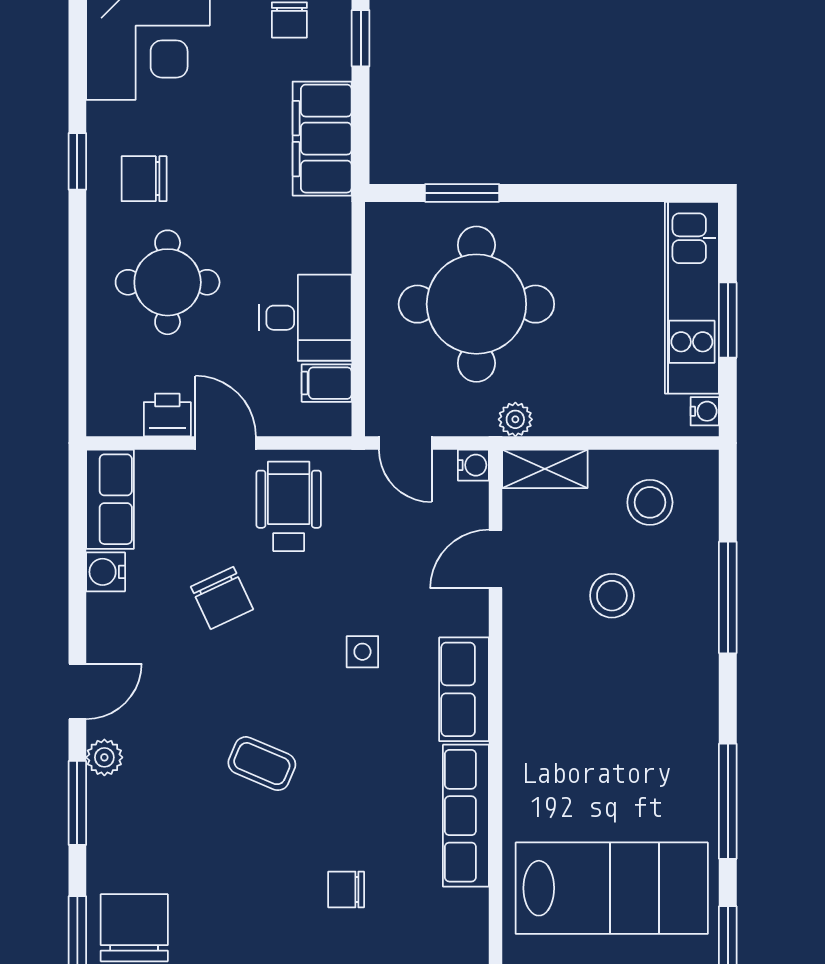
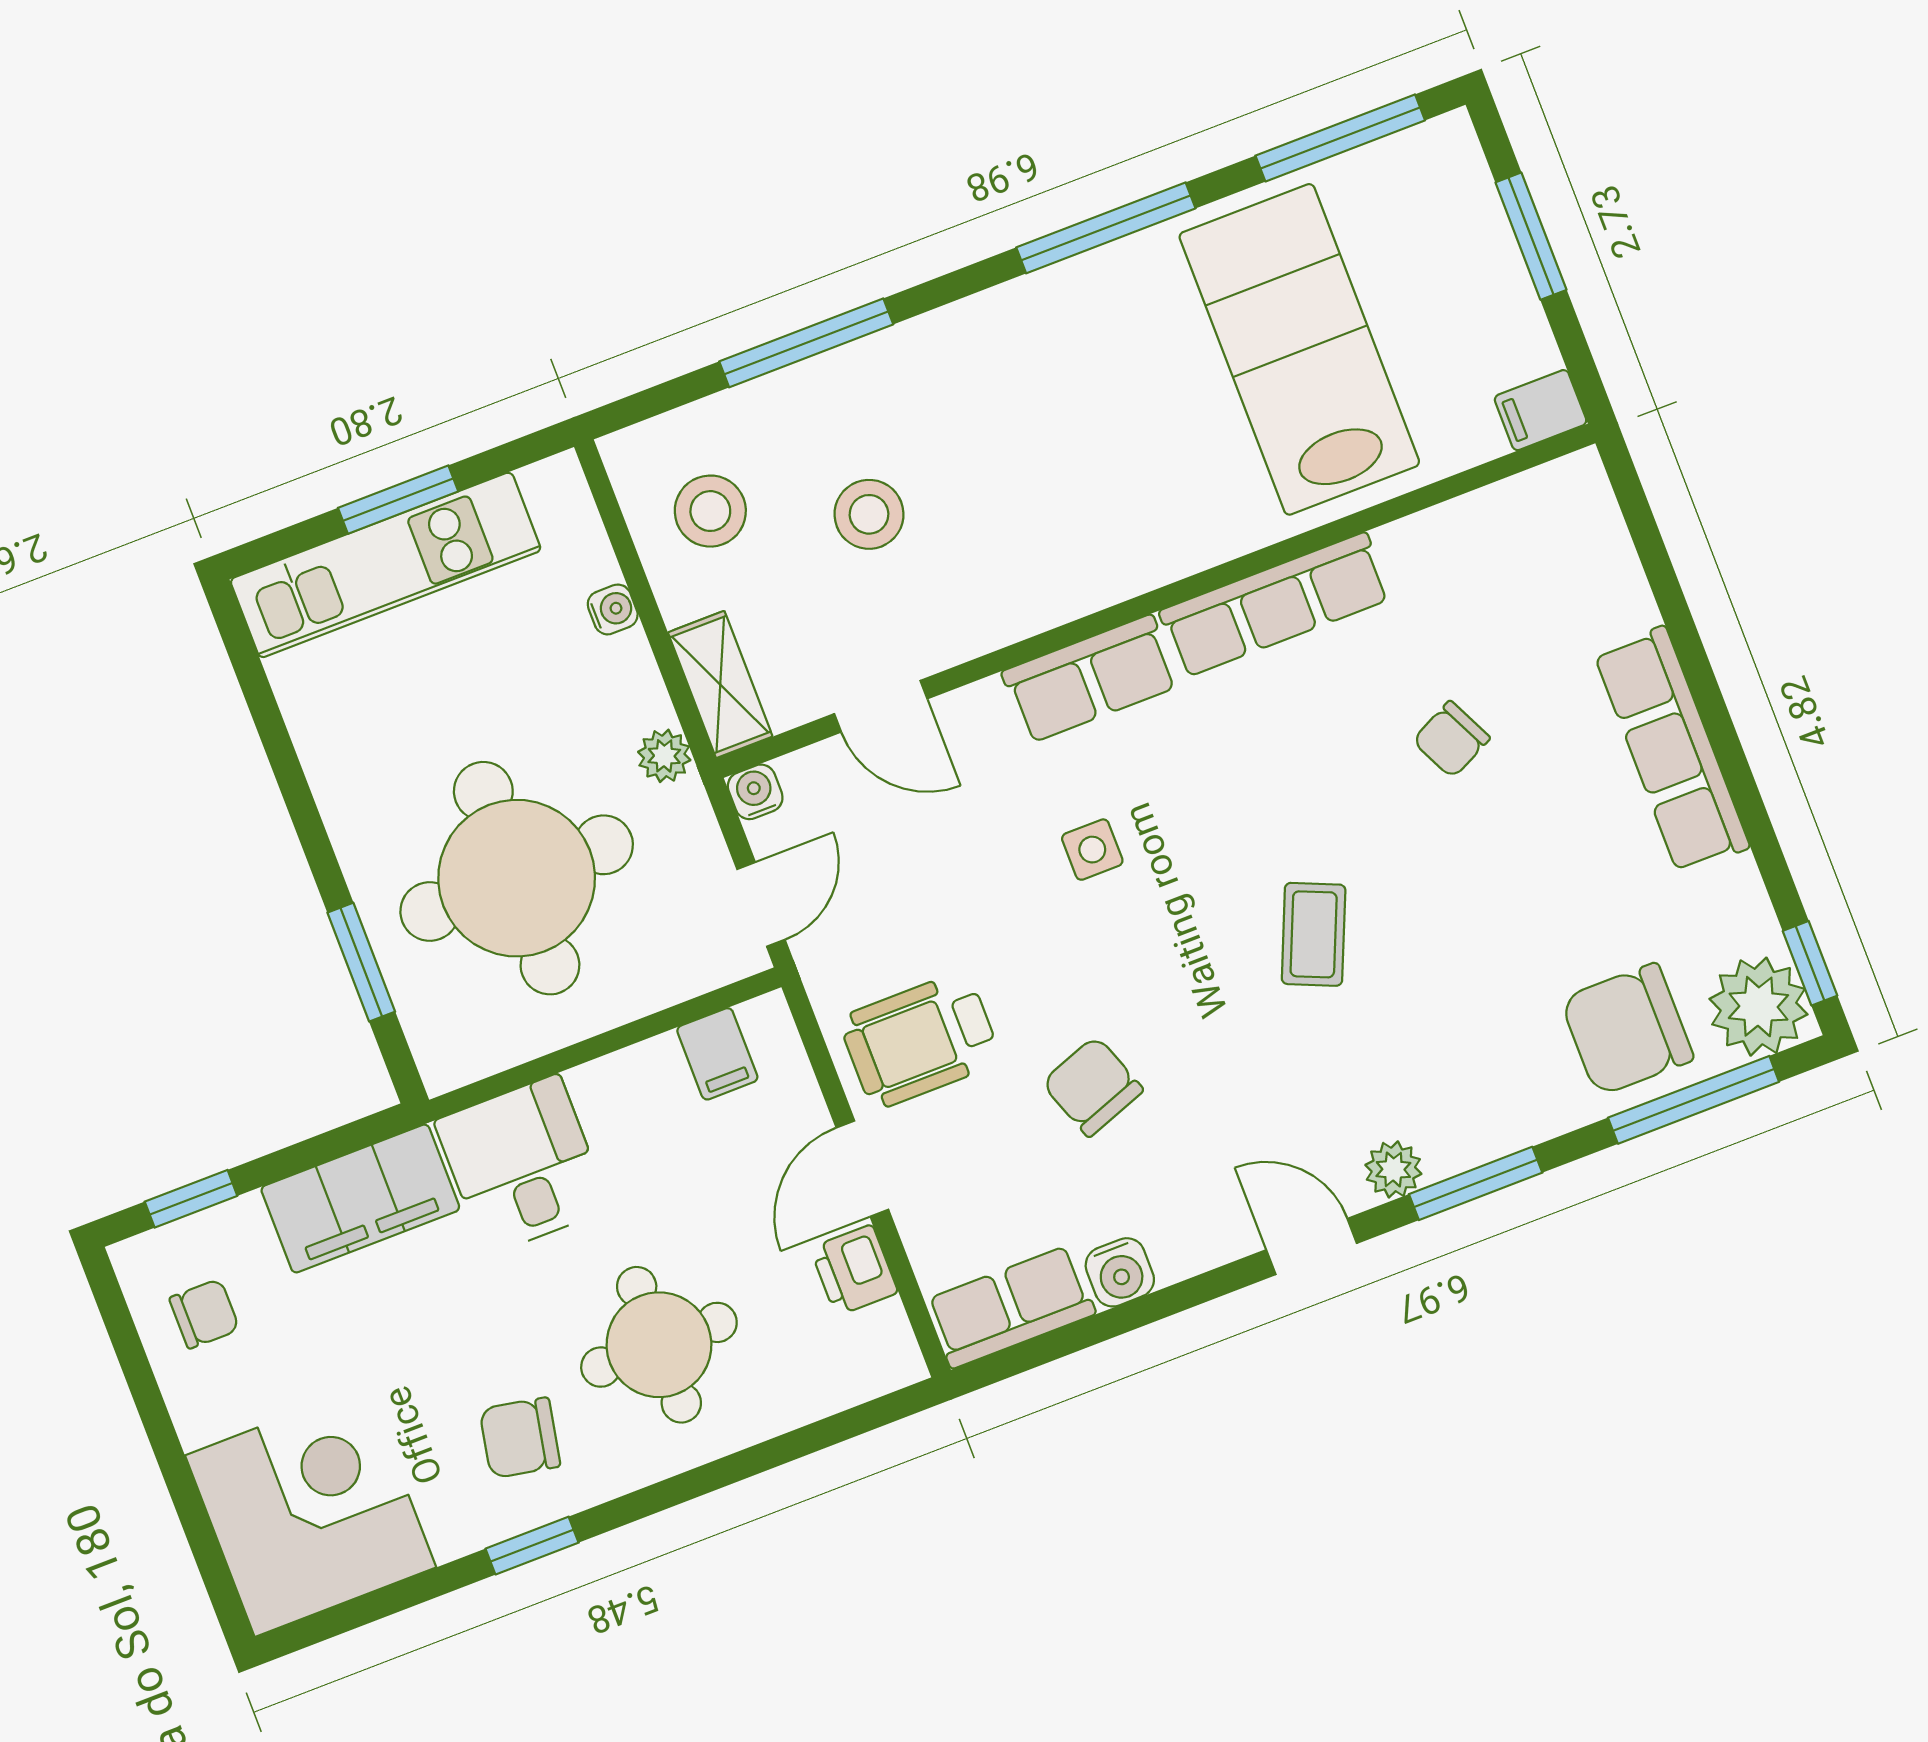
chair: (144, 179) -> (520, 1438), turned 101
desk: (305, 318) -> (522, 1165), moved
water cooler: (705, 411) -> (613, 609), moved, turned 90
chair: (222, 598) -> (1092, 1086), turned -85
chair: (346, 890) -> (1451, 739), turned 64

